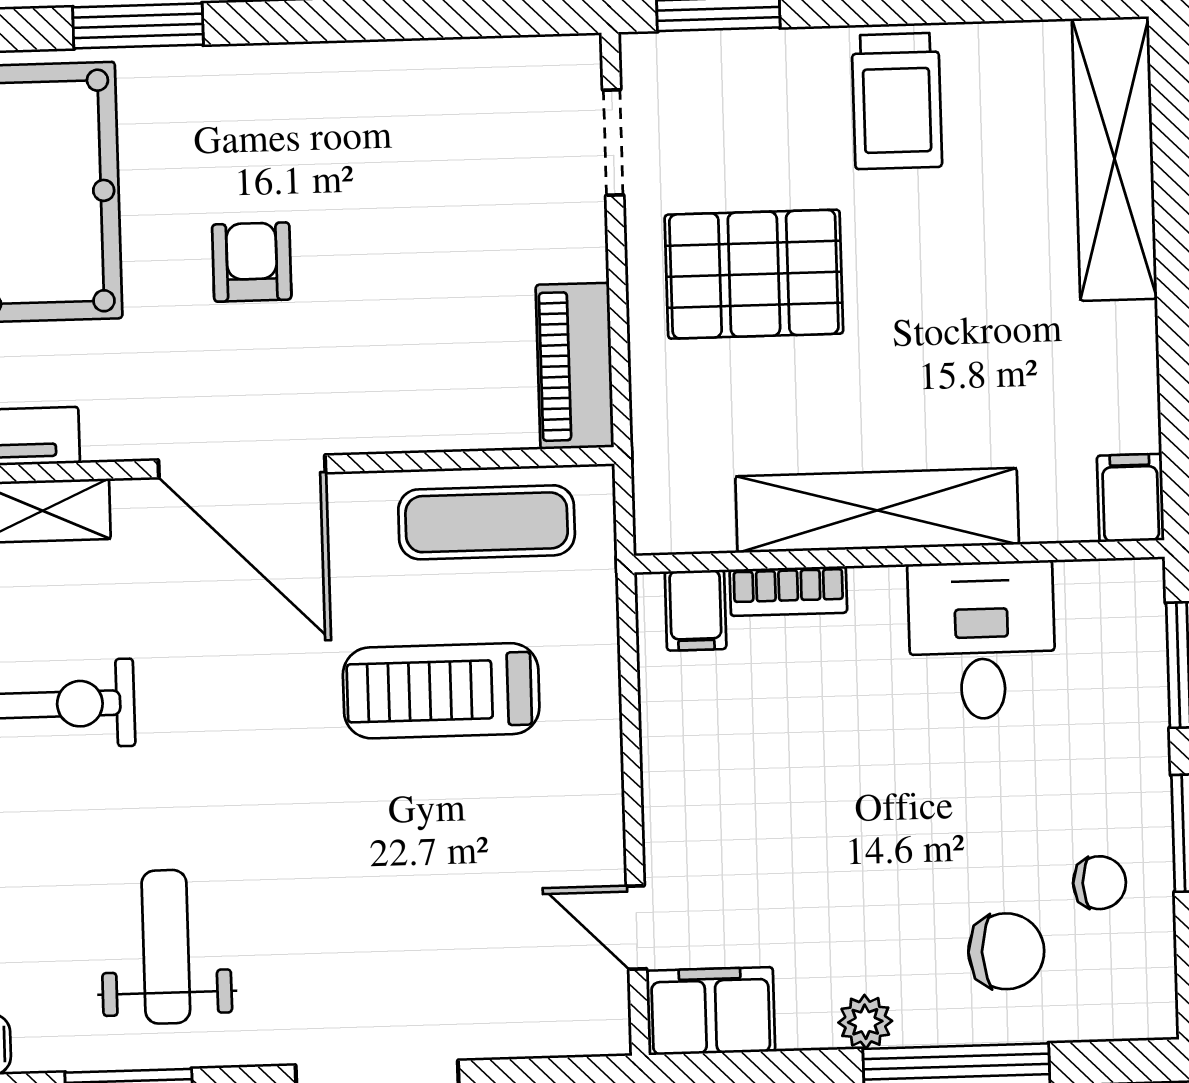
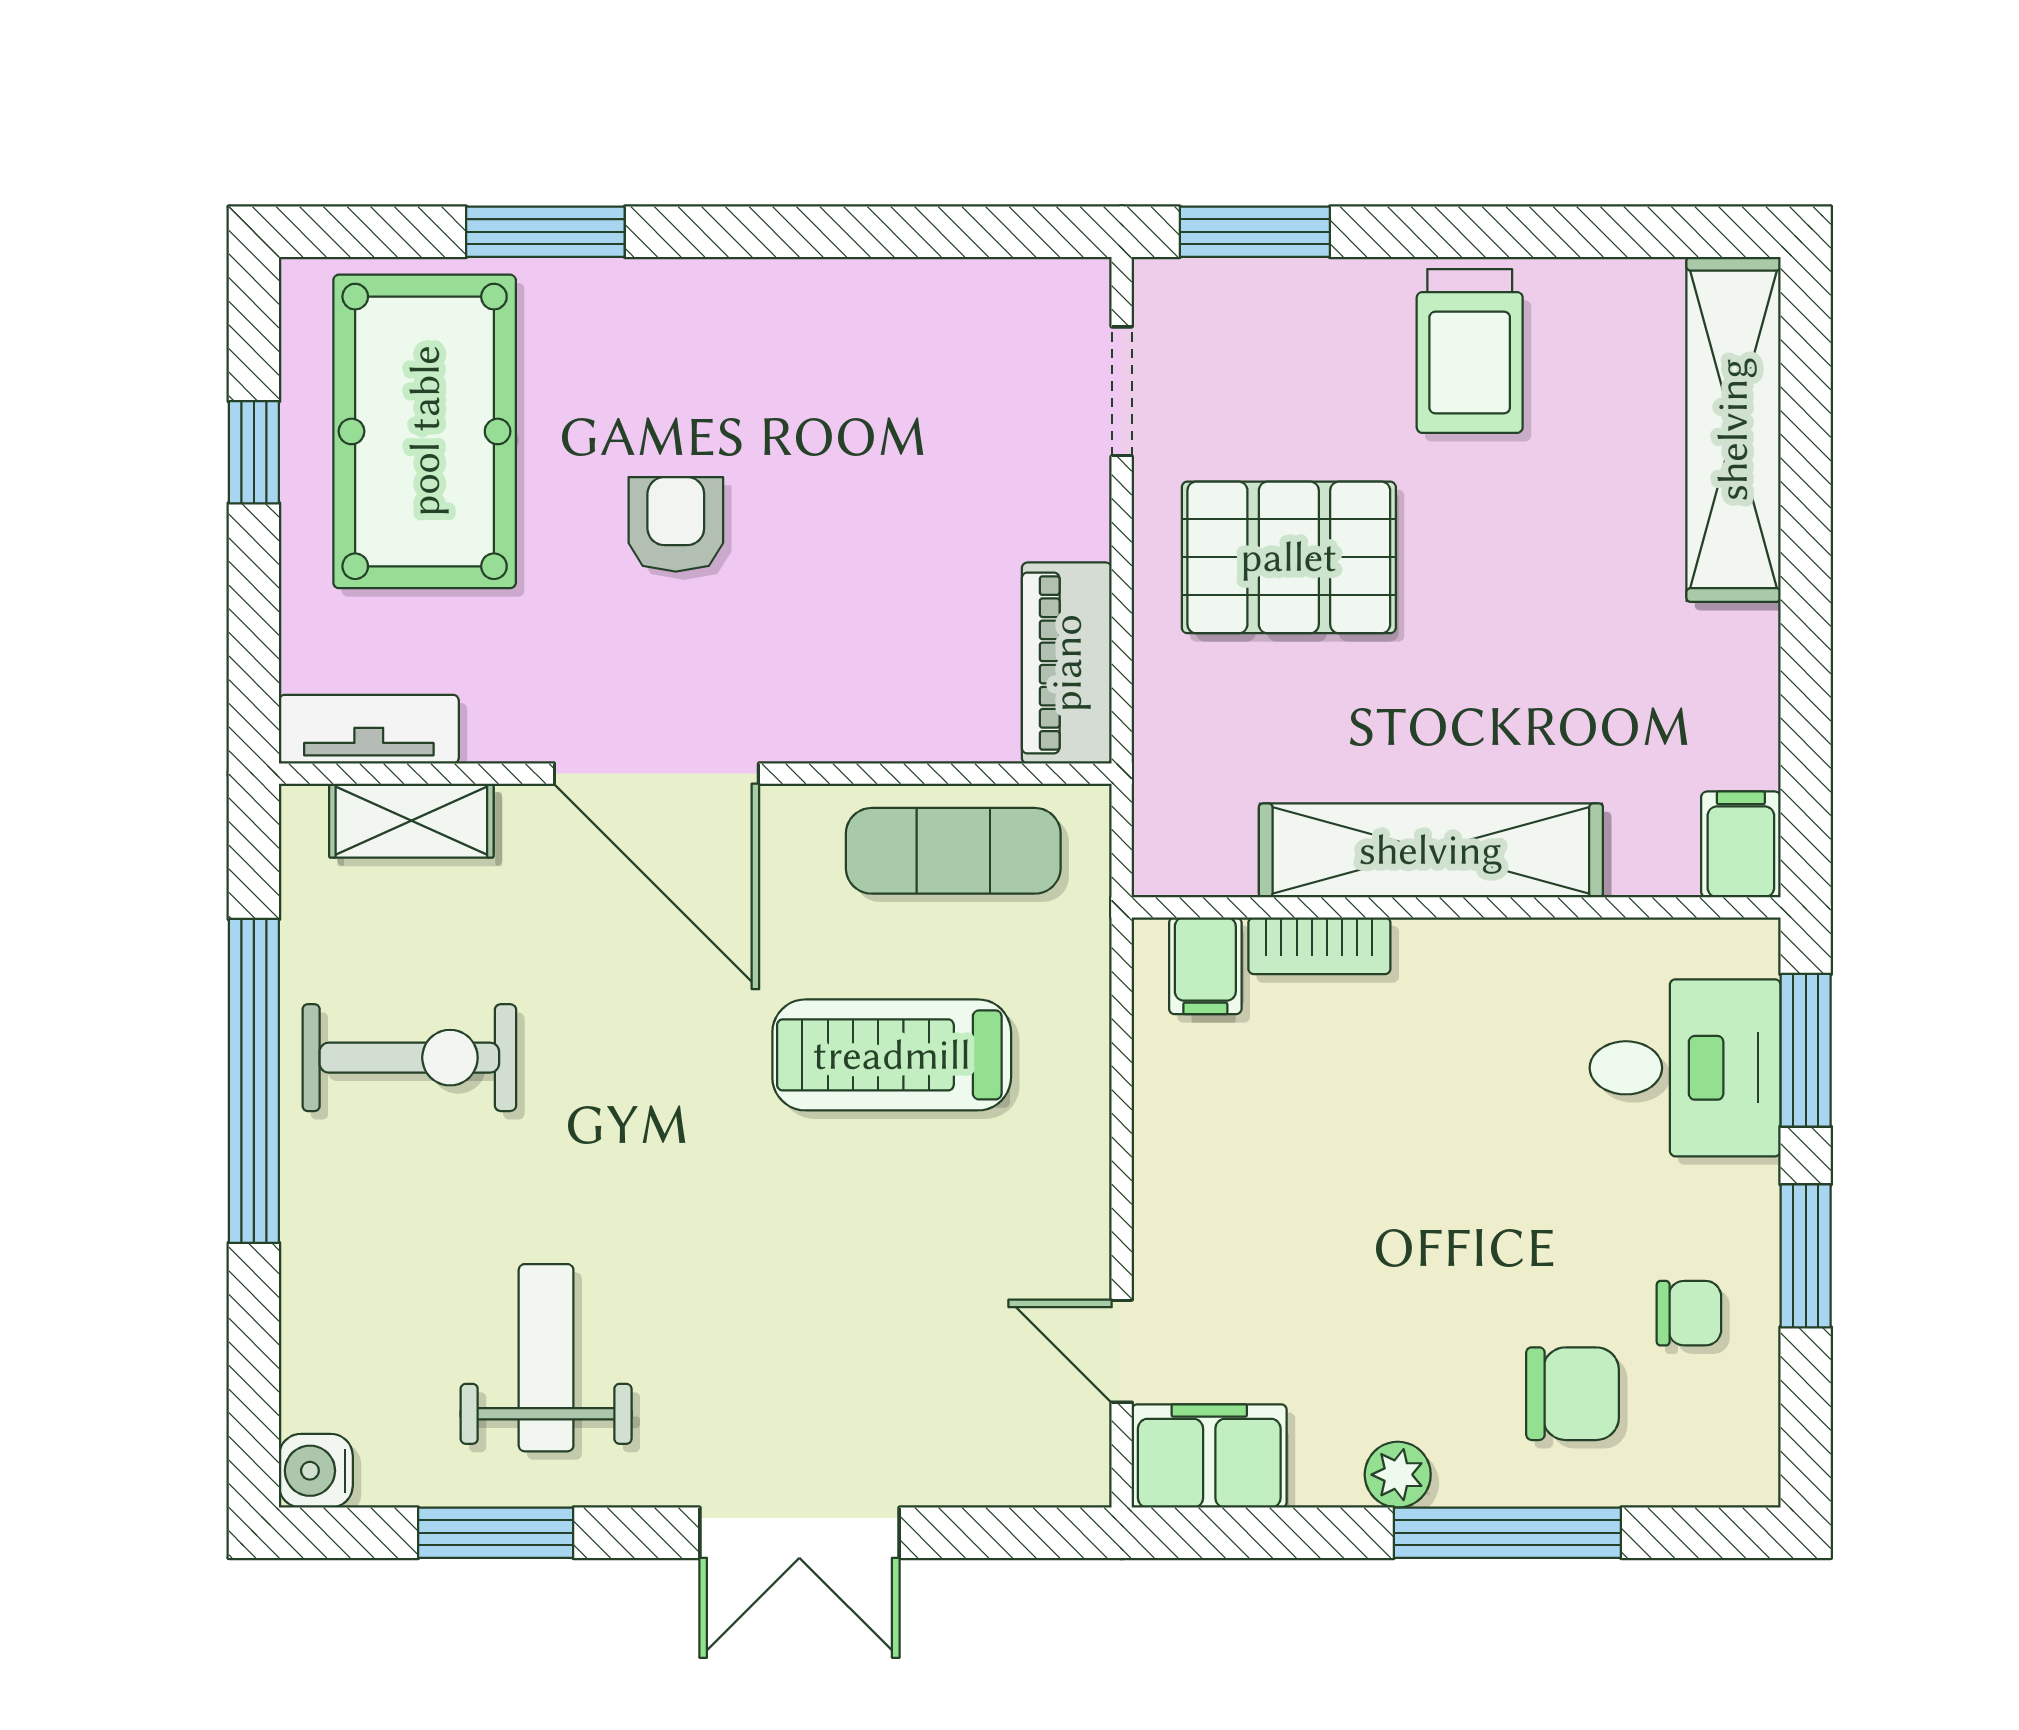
desk: (982, 640) -> (1685, 1068), moved, turned 90

